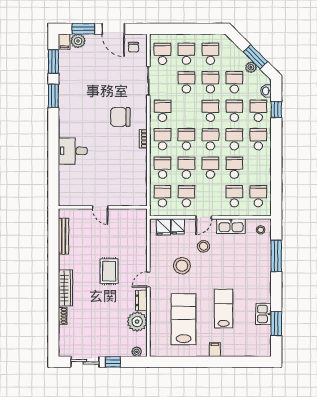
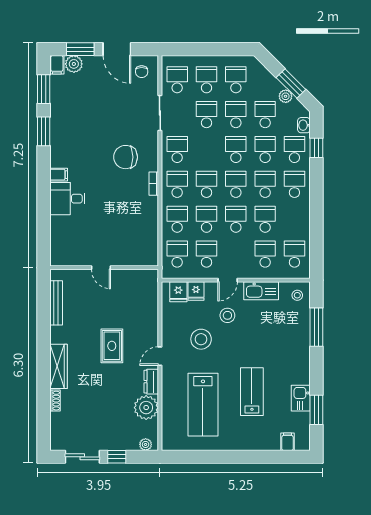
filing cabinet: (66, 131) -> (59, 175), added
lab bench: (184, 319) -> (203, 405), turned 180
filing cabinet: (215, 349) -> (288, 442), moved

